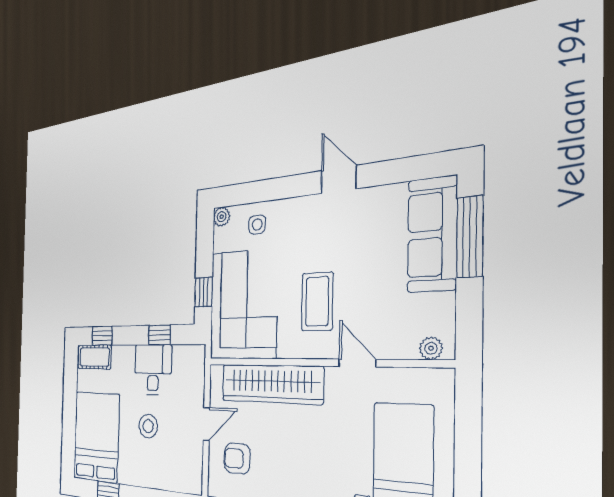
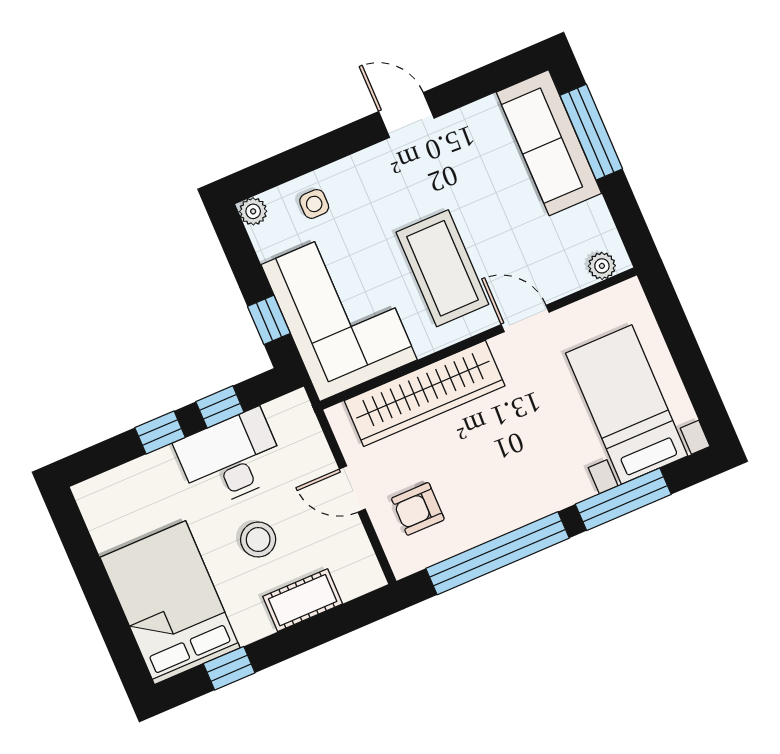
coffee table: (317, 302) -> (442, 268), width x1.36, depth x1.32
window: (102, 336) -> (160, 432), moved
cot: (94, 357) -> (303, 600), moved
desk: (153, 370) -> (231, 459), width x1.37
door: (206, 424) -> (352, 489), swing flipped

